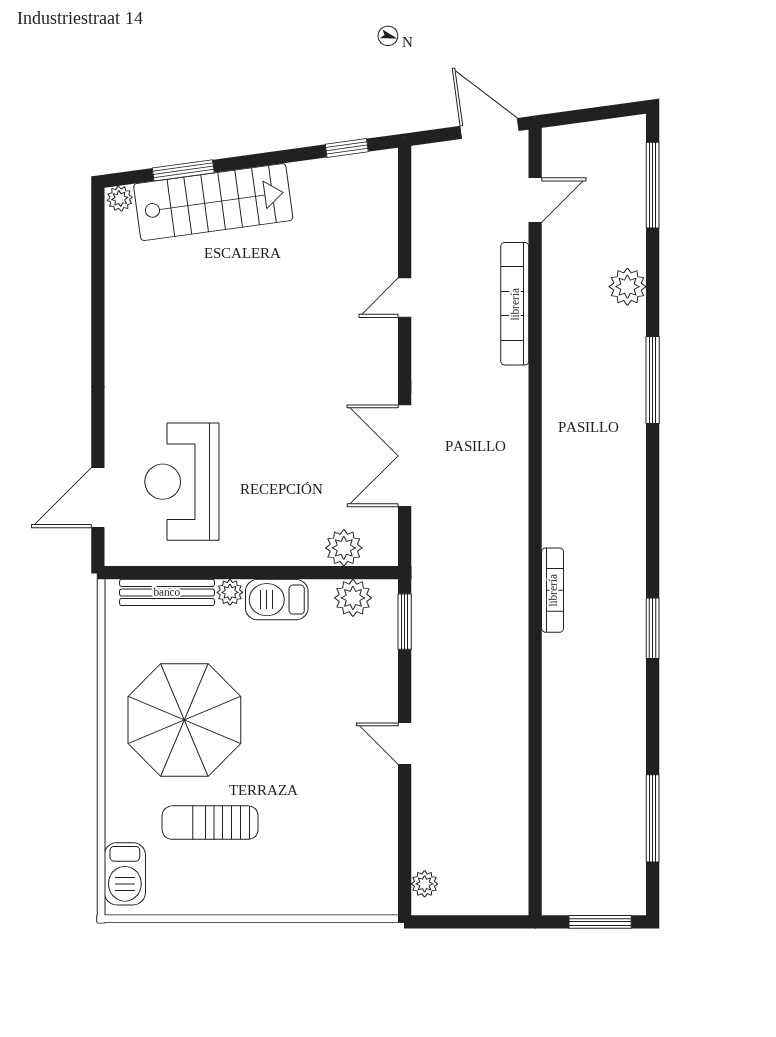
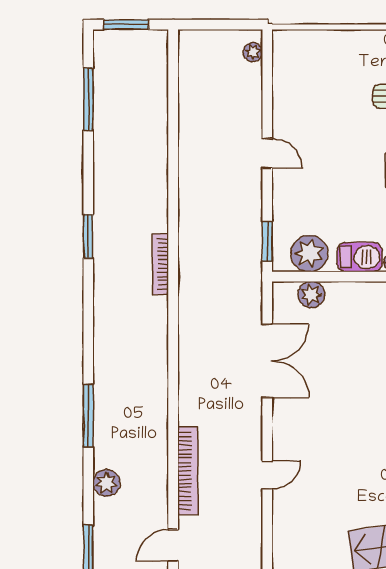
plant: (353, 598) -> (309, 254), width x1.36, depth x1.36

